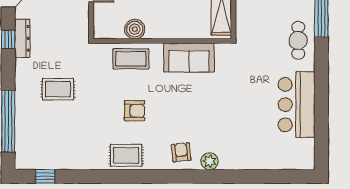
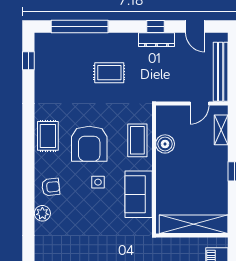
rug: (58, 89) -> (109, 73), turned 90
side table: (176, 101) -> (98, 182), added
armchair: (135, 111) -> (89, 144), width x1.88, depth x1.88

